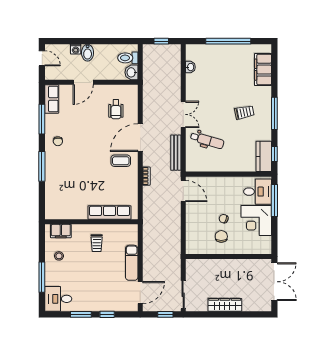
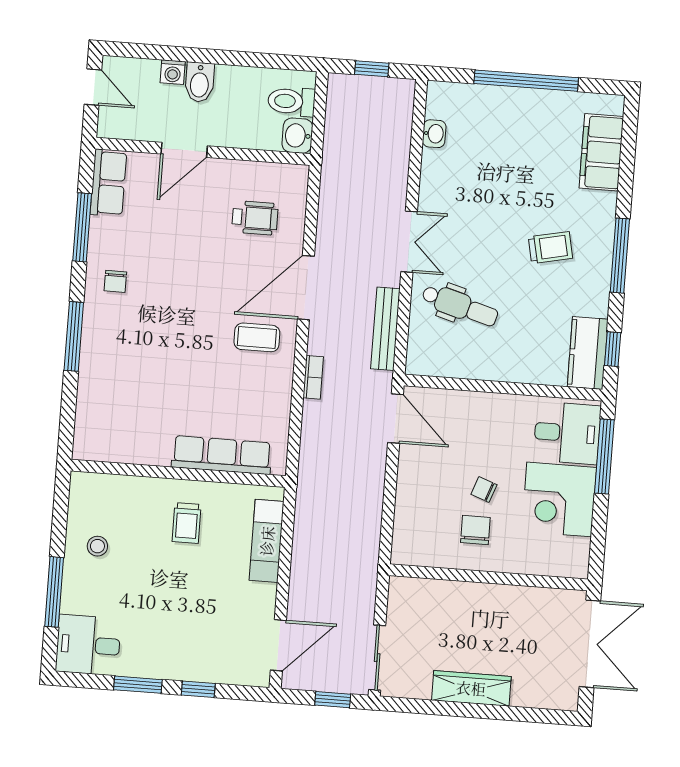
wheelchair: (116, 109) -> (255, 218), turned -90
filing cabinet: (61, 231) -> (106, 489), removed
exam couch: (132, 263) -> (267, 541), moved

